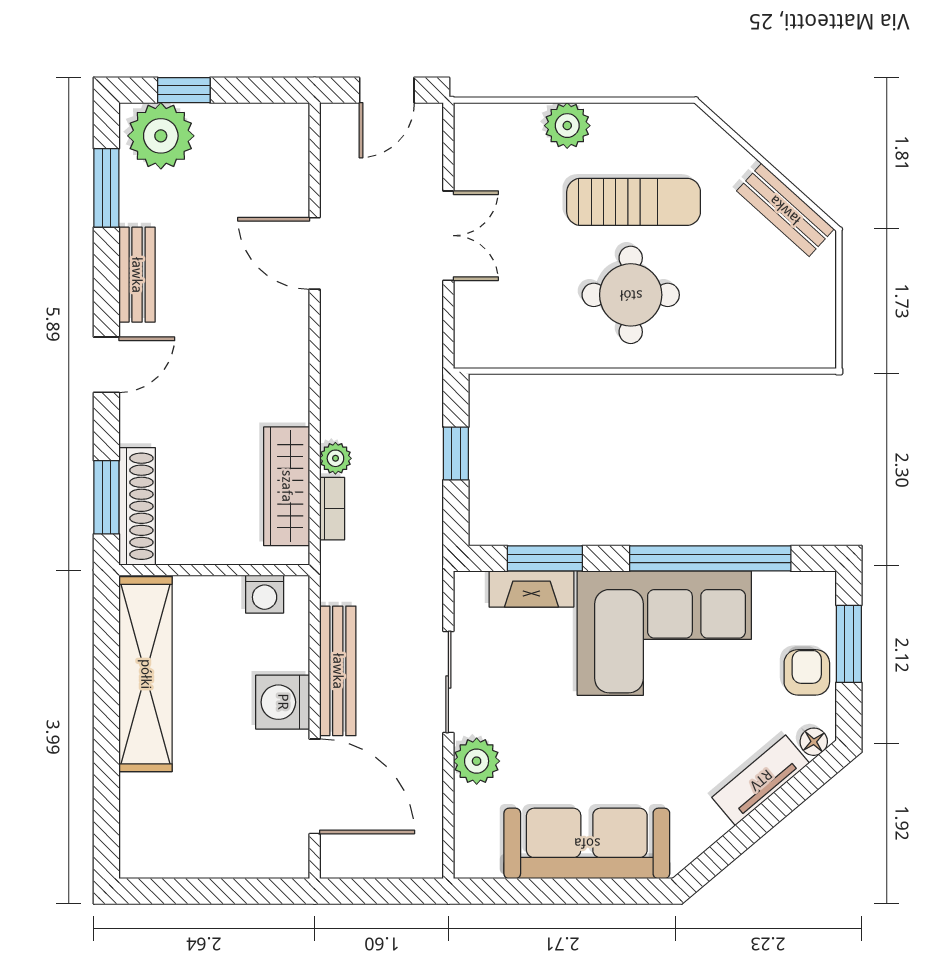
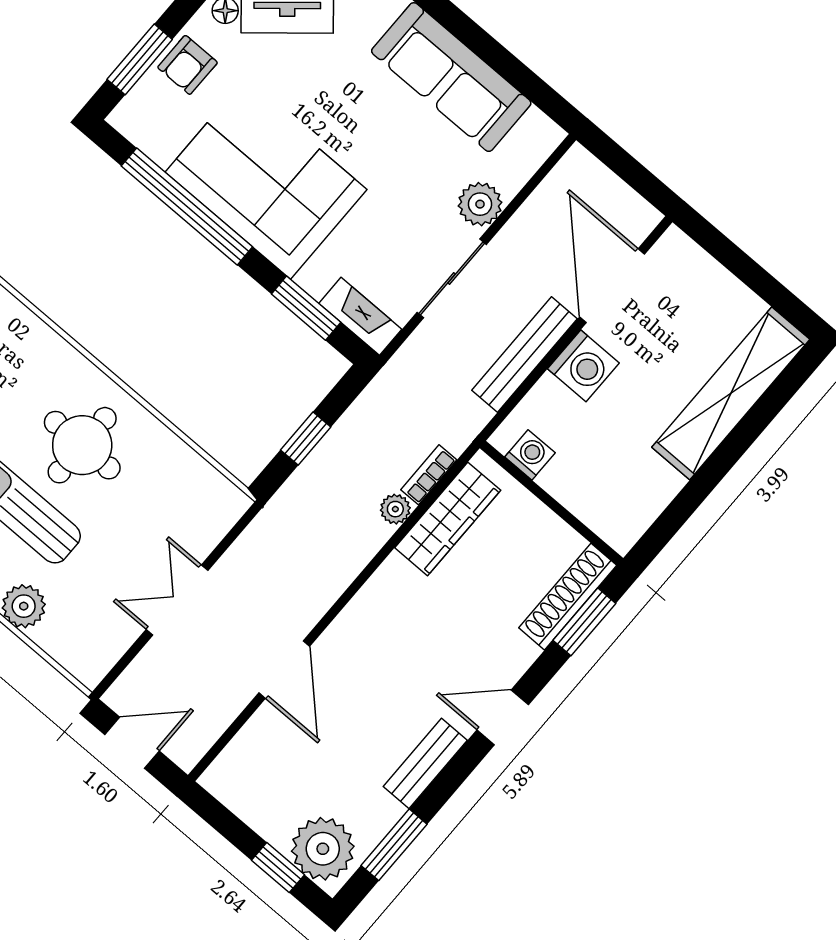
fireplace: (531, 589) -> (360, 316), moved
shelving: (146, 674) -> (731, 393), moved

